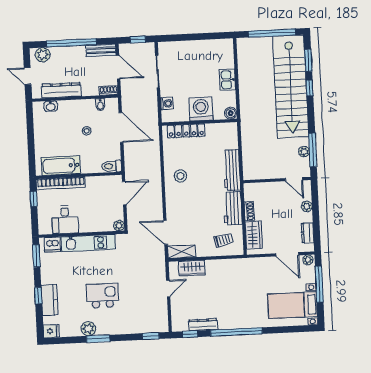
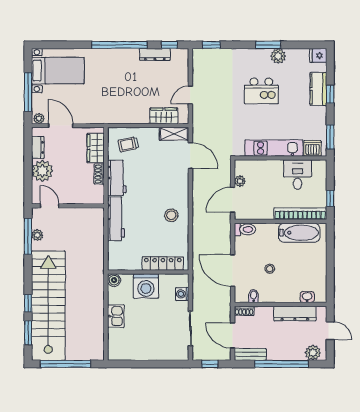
plant: (307, 206) -> (42, 171), width x1.88, depth x1.88
plant: (119, 226) -> (240, 181), moved

